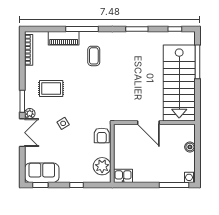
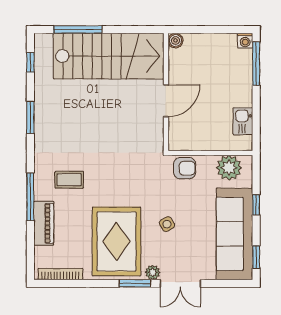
rug: (51, 89) -> (117, 241), width x1.86, depth x2.06
double door: (22, 133) -> (180, 283), swing flipped
boiler: (190, 147) -> (175, 40), moved
sofa: (42, 173) -> (234, 234), width x1.85, depth x1.27
kitchen sink: (123, 176) -> (243, 121), moved

